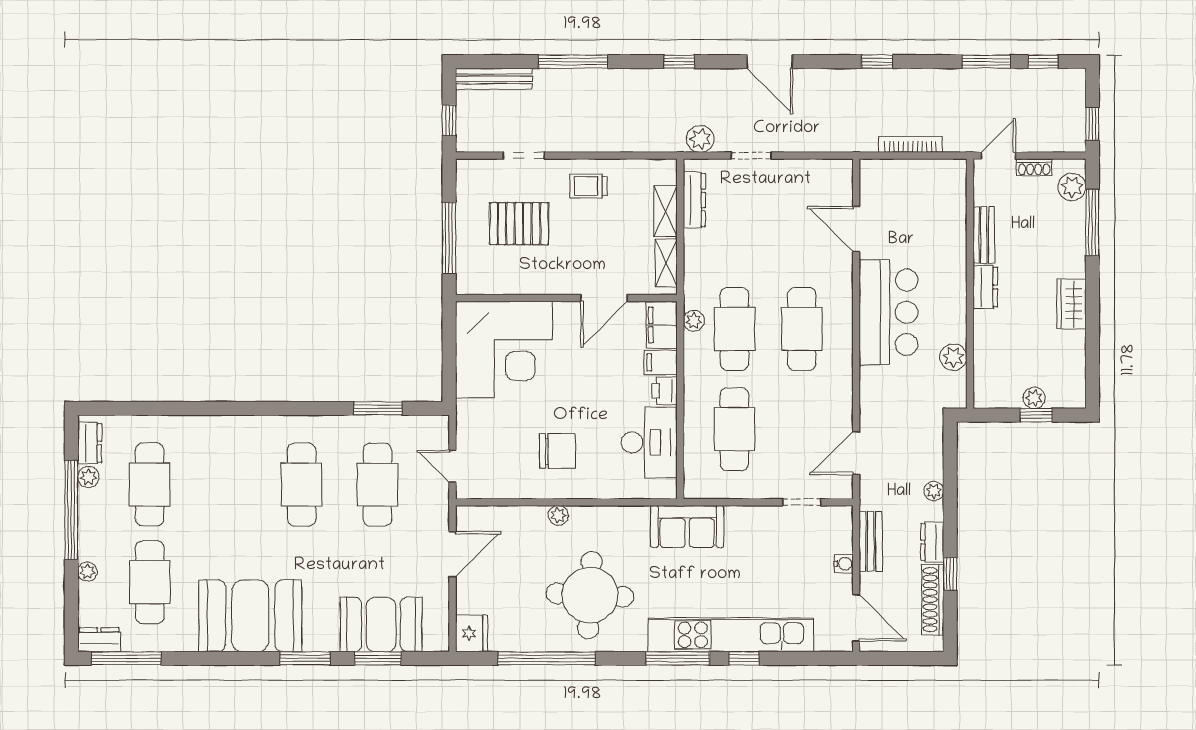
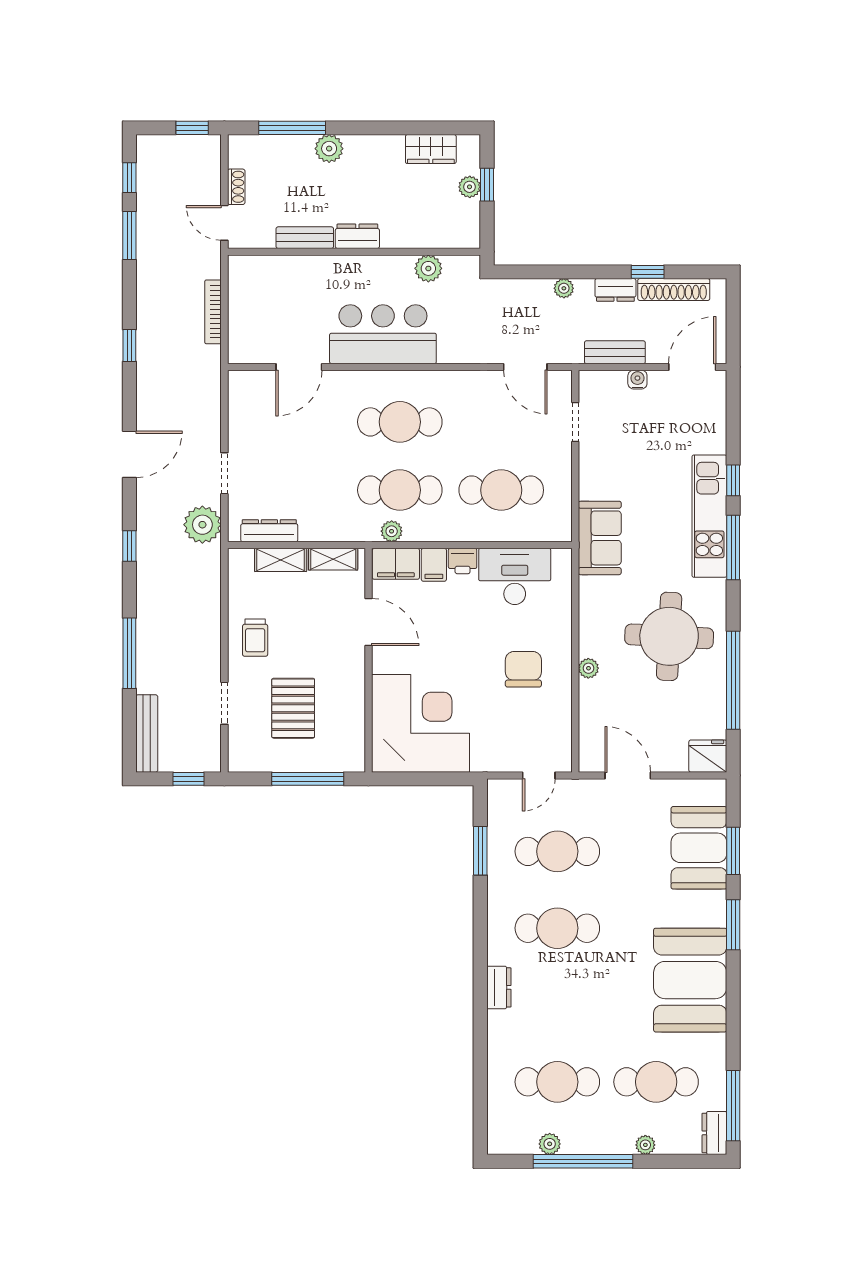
plant: (700, 139) -> (202, 525), width x1.36, depth x1.36
plant: (1072, 187) -> (329, 149), moved
wardrobe: (1071, 304) -> (431, 149), moved
dresser: (90, 443) -> (499, 987), moved, turned 90
kitchen unit: (731, 635) -> (709, 516), width x0.73

